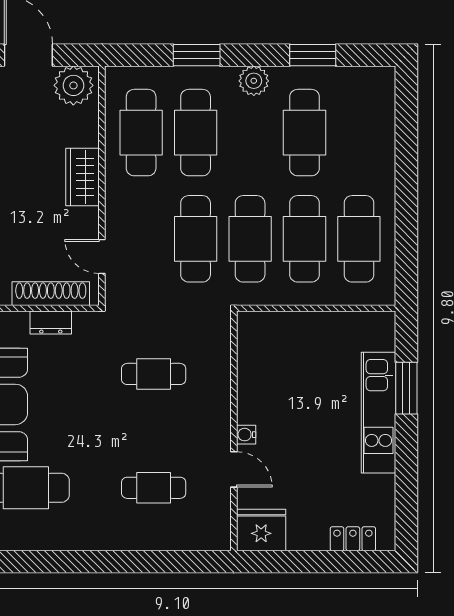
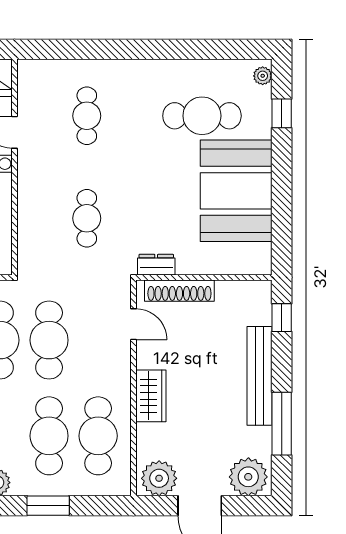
dresser: (51, 323) -> (156, 265), moved
cafe table: (154, 374) -> (87, 218), turned 90
cafe table: (154, 488) -> (87, 116), turned 90

